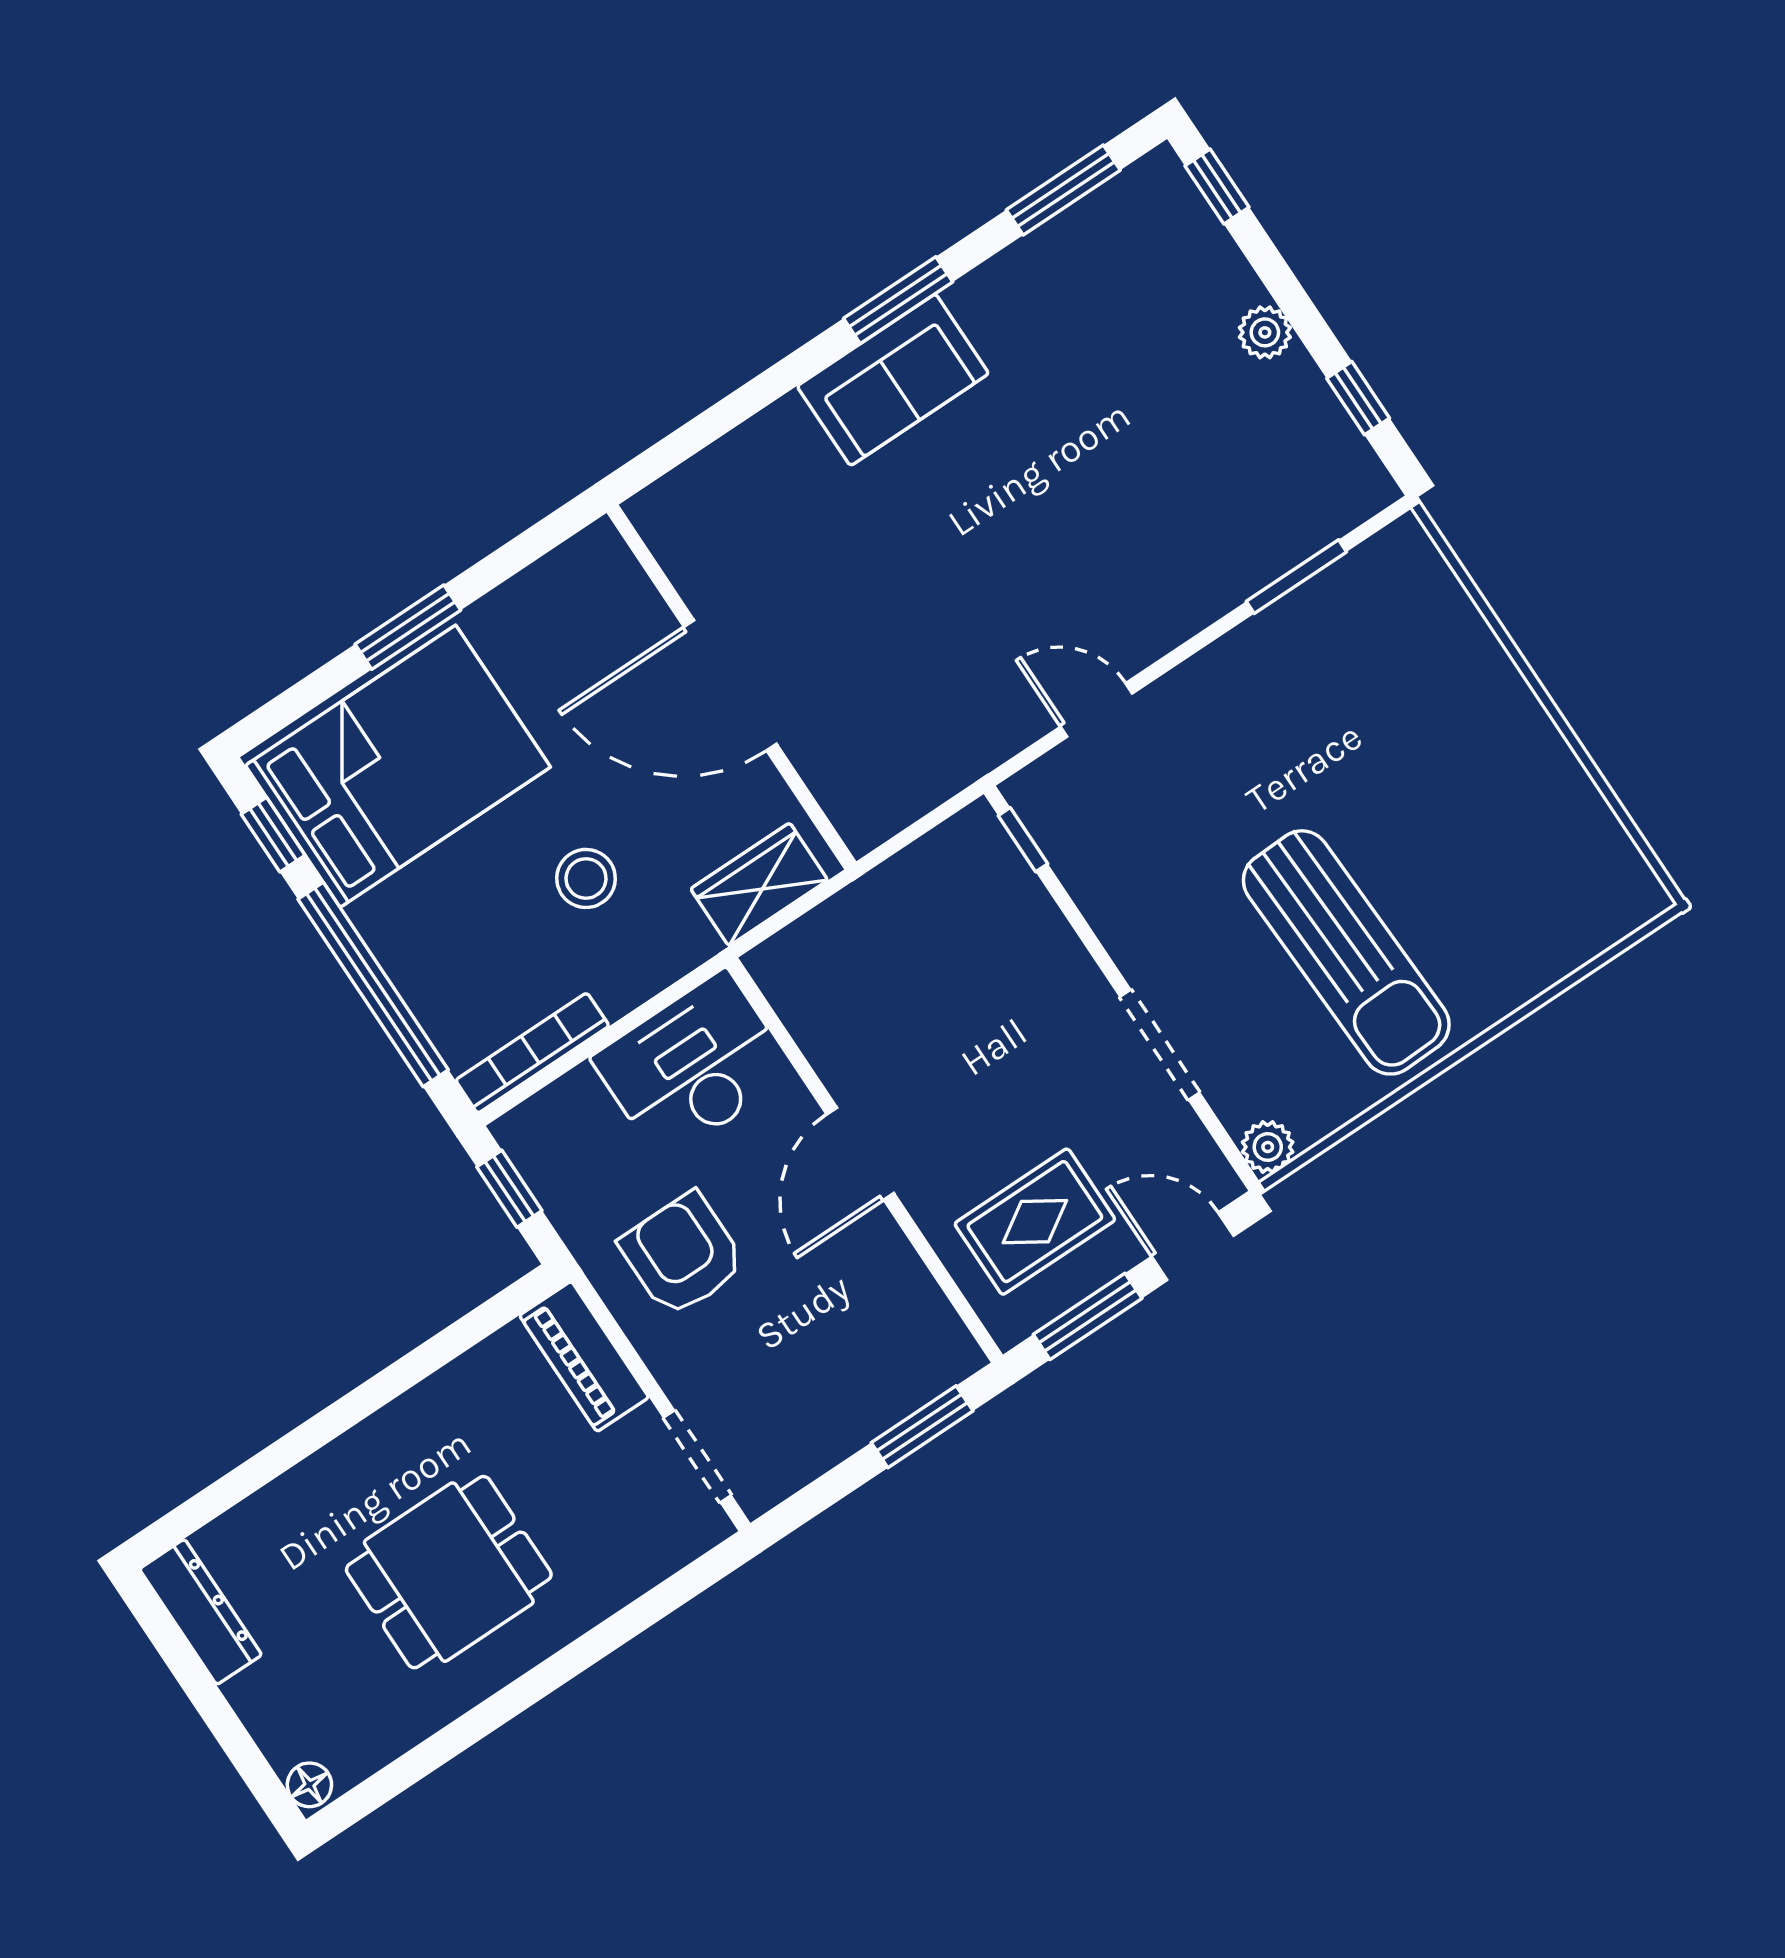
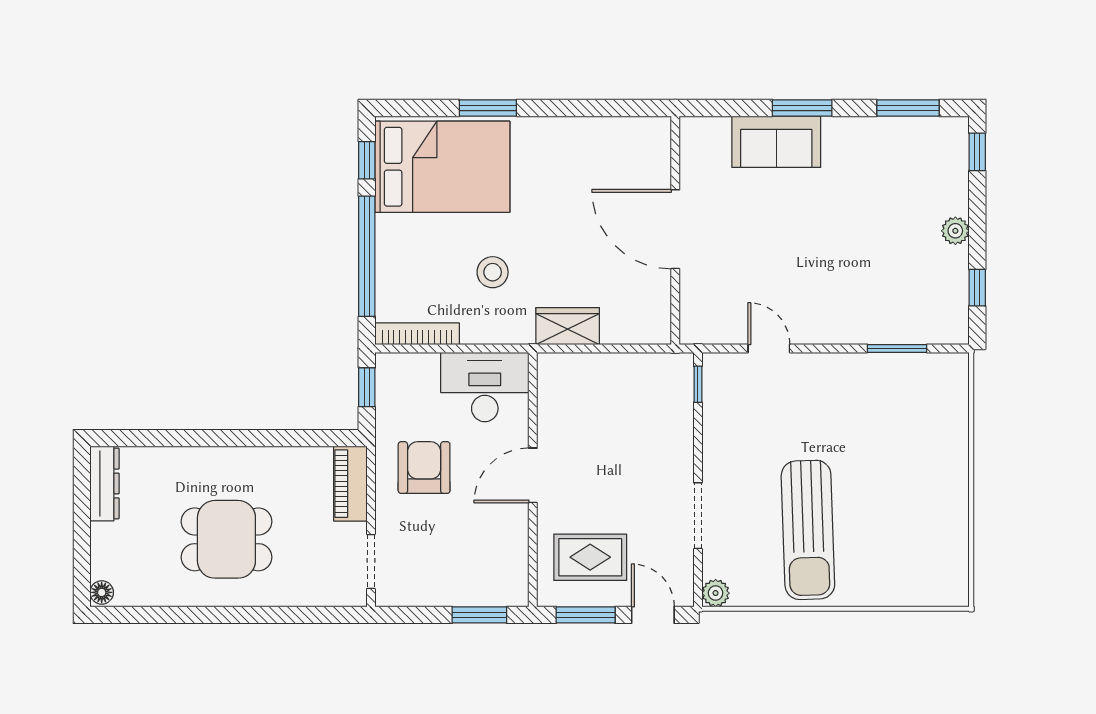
door: (730, 685) -> (675, 229), moved
wall: (731, 687) -> (675, 230), moved

